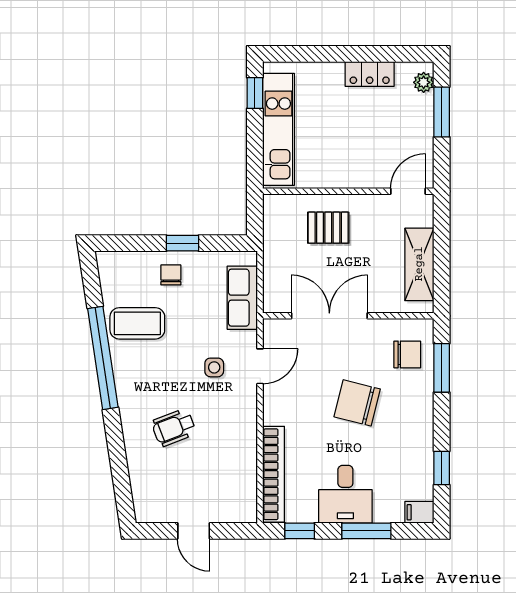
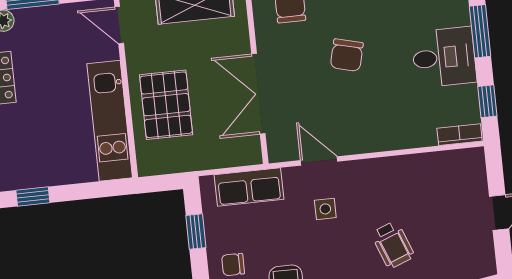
kitchen unit: (278, 129) -> (110, 121), moved, turned -90
pallet: (328, 228) -> (166, 105), width x1.50, depth x1.42
window: (182, 243) -> (196, 231), moved
chair: (357, 403) -> (347, 55), width x0.73, depth x0.73
bookcase: (274, 474) -> (460, 135), width x0.43, depth x0.76

